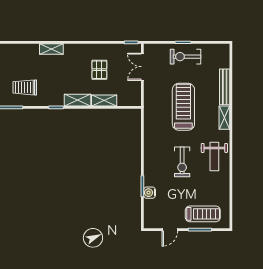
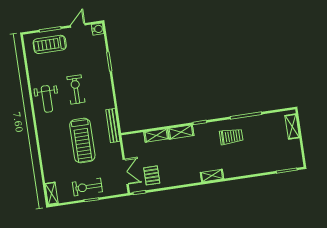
exercise bike: (185, 57) -> (87, 187), turned 180
pallet: (99, 70) -> (152, 175), moved
bench: (225, 87) -> (113, 126), moved
shelving: (224, 118) -> (52, 193), moved
weight bench: (214, 157) -> (47, 99), turned 180
water cooler: (149, 193) -> (98, 29), moved

